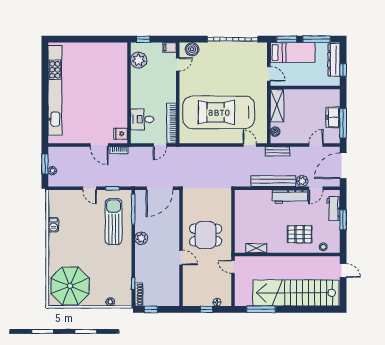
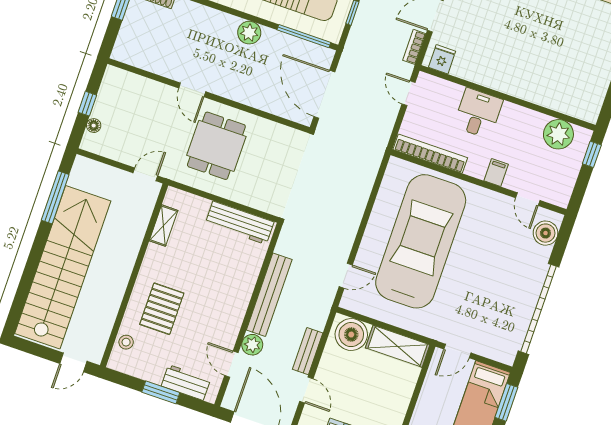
filing cabinet: (170, 47) -> (496, 173), moved
desk: (142, 119) -> (478, 113), moved
boiler: (275, 132) -> (351, 335), width x1.86, depth x1.86
door: (160, 145) -> (409, 93), moved
bench: (277, 151) -> (308, 351), moved
workbench: (290, 197) -> (240, 223), moved, turned -90
door: (181, 258) -> (192, 90), hinge flipped

